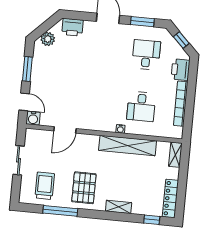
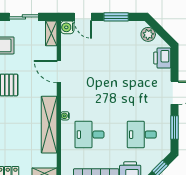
desk: (146, 55) -> (142, 135), turned 180
door: (24, 102) -> (83, 17), hinge flipped
door: (65, 130) -> (59, 72), moved
shelving: (37, 135) -> (51, 33), added

